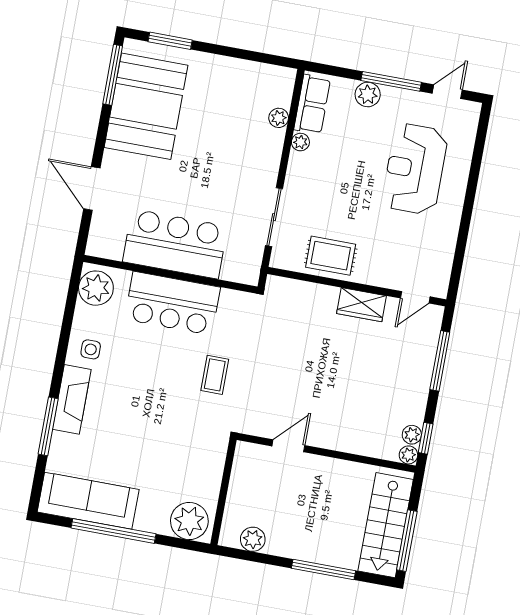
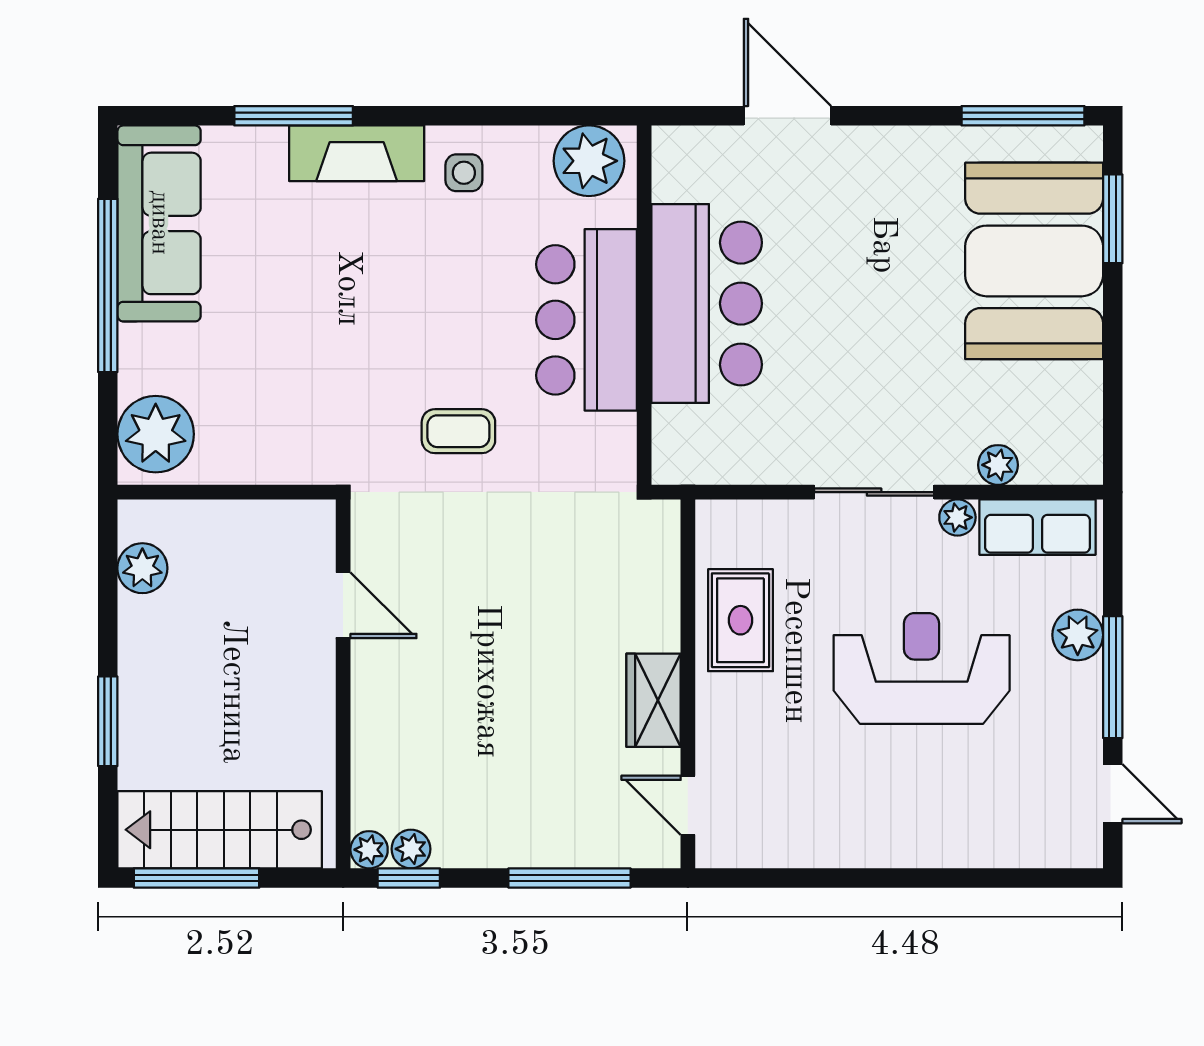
booth: (146, 106) -> (1034, 261), moved, turned 90
reception desk: (415, 169) -> (922, 668), moved
door: (92, 188) -> (788, 116), hinge flipped
sliding door: (274, 217) -> (874, 492), moved
window: (323, 570) -> (108, 721), width x0.69

